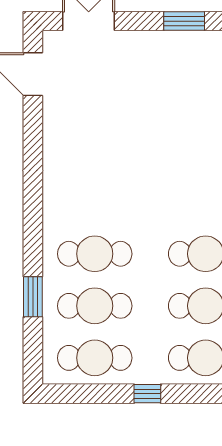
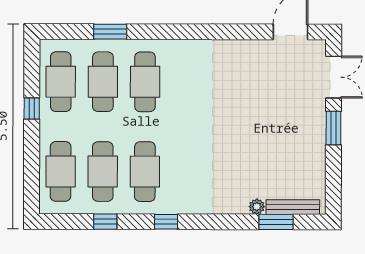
window: (184, 21) -> (333, 128), moved
window: (147, 394) -> (32, 108), moved

